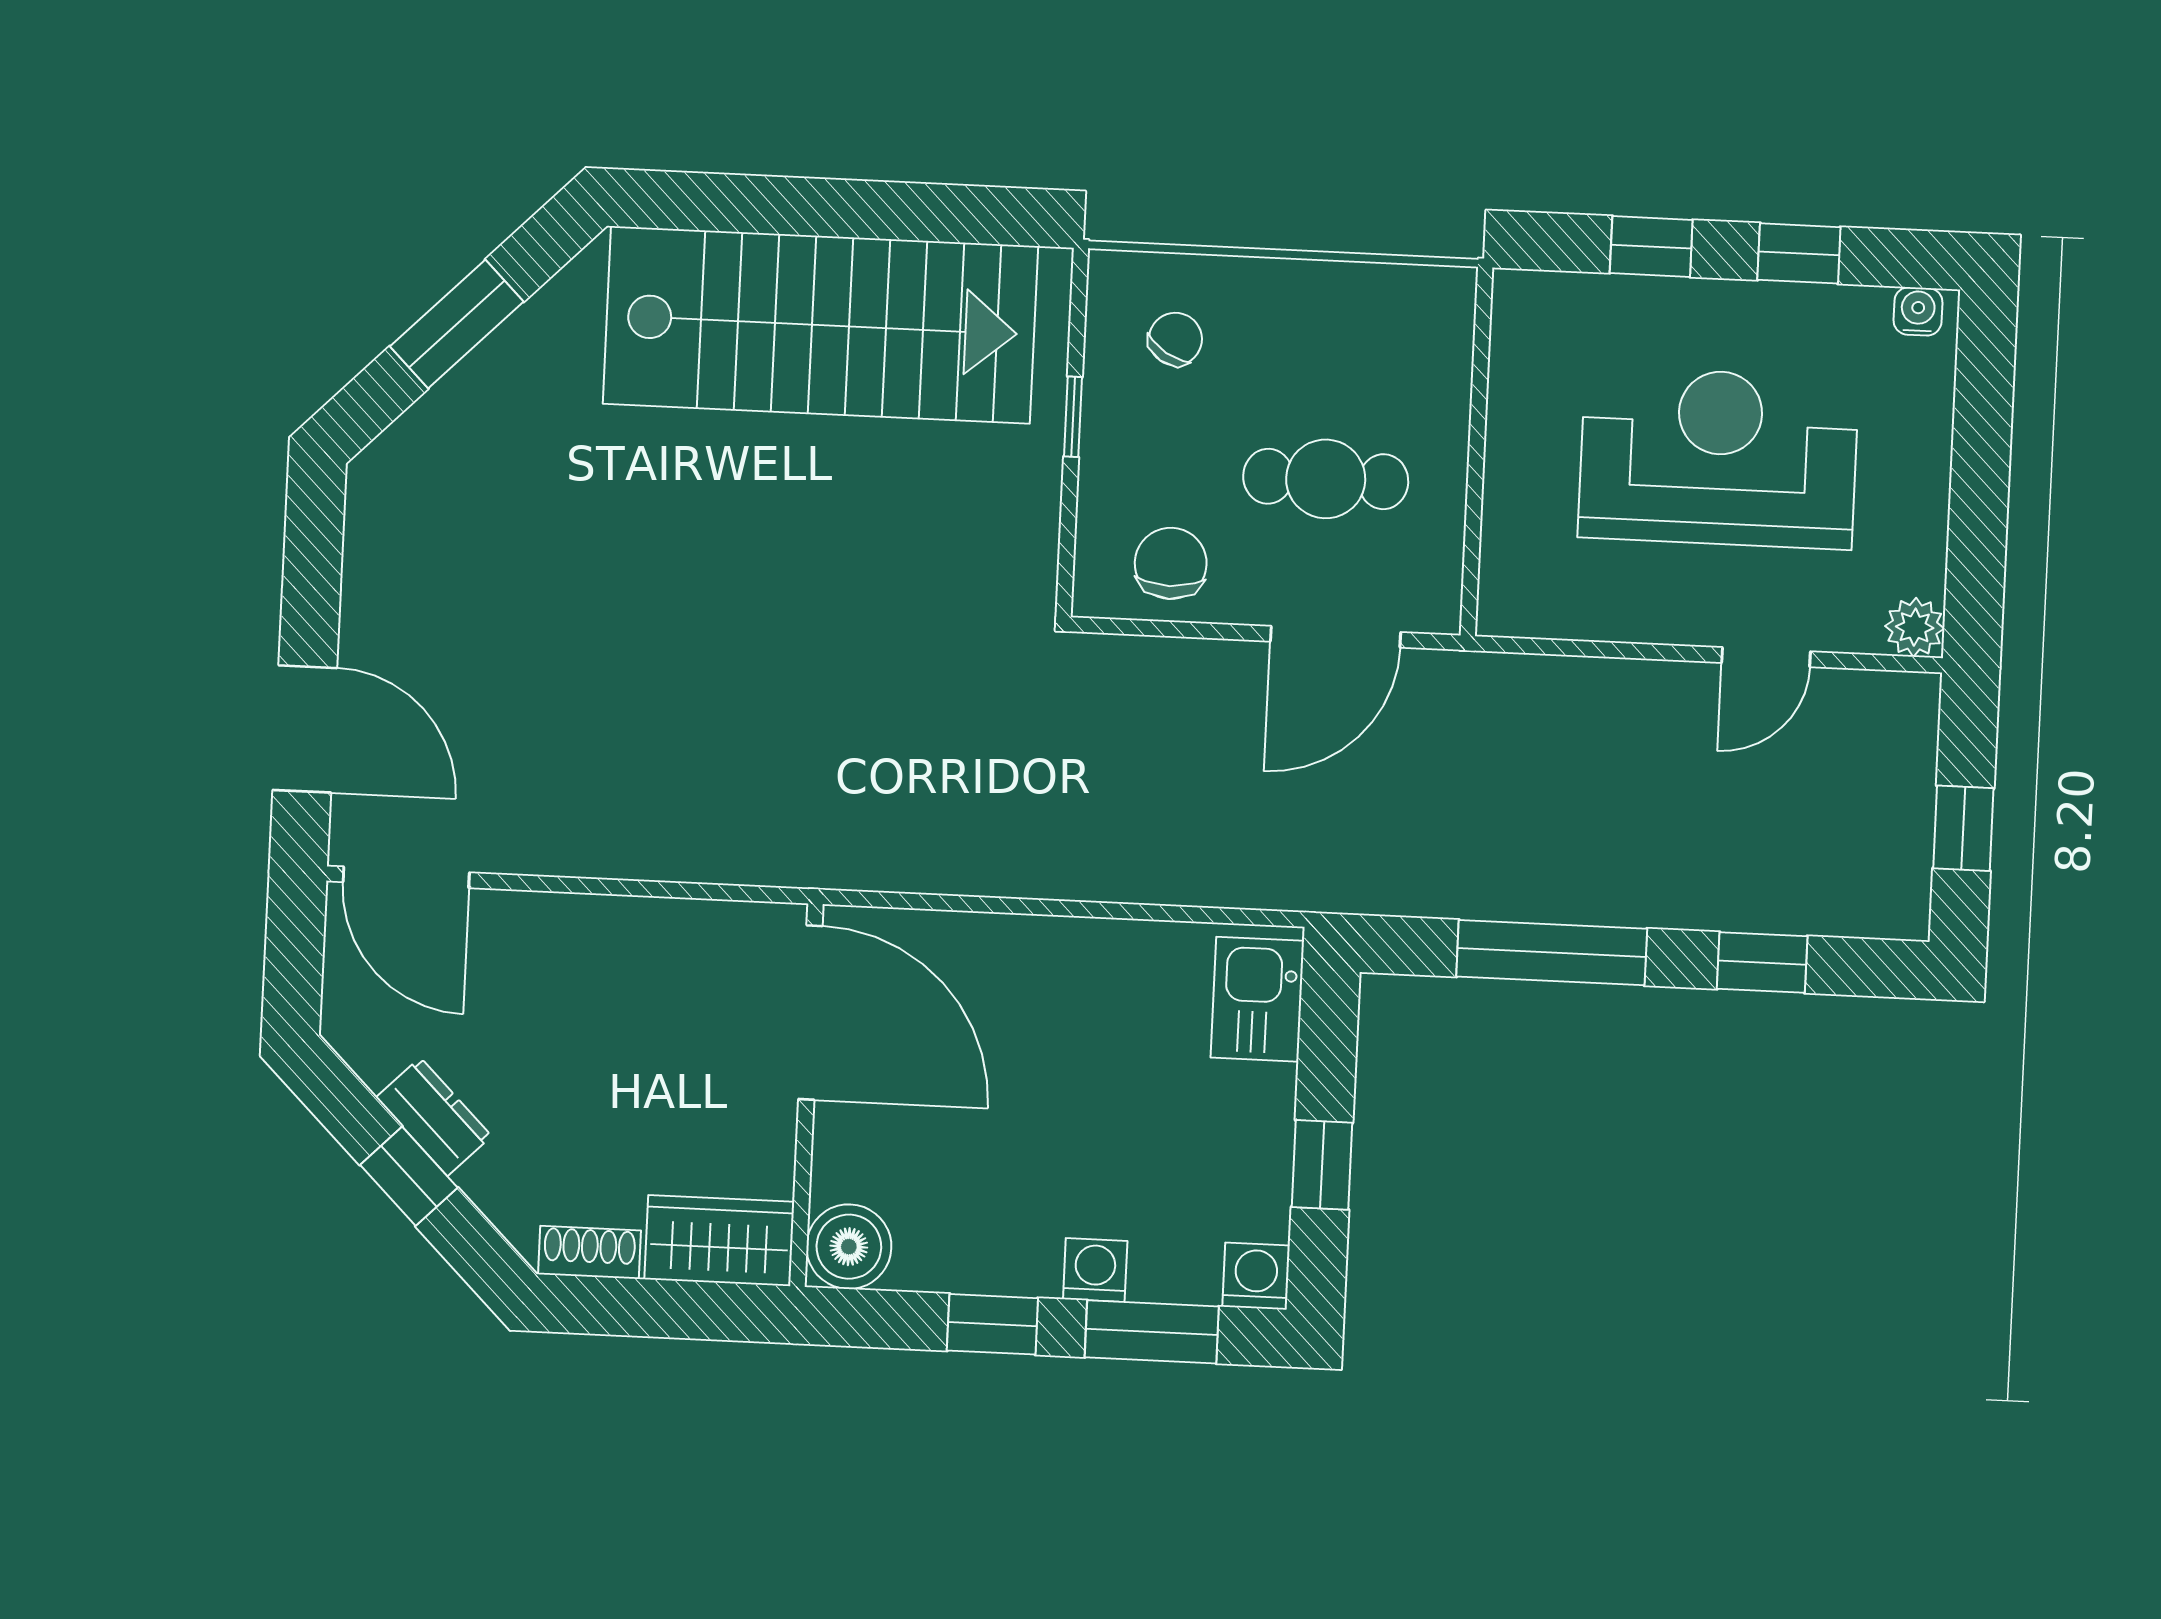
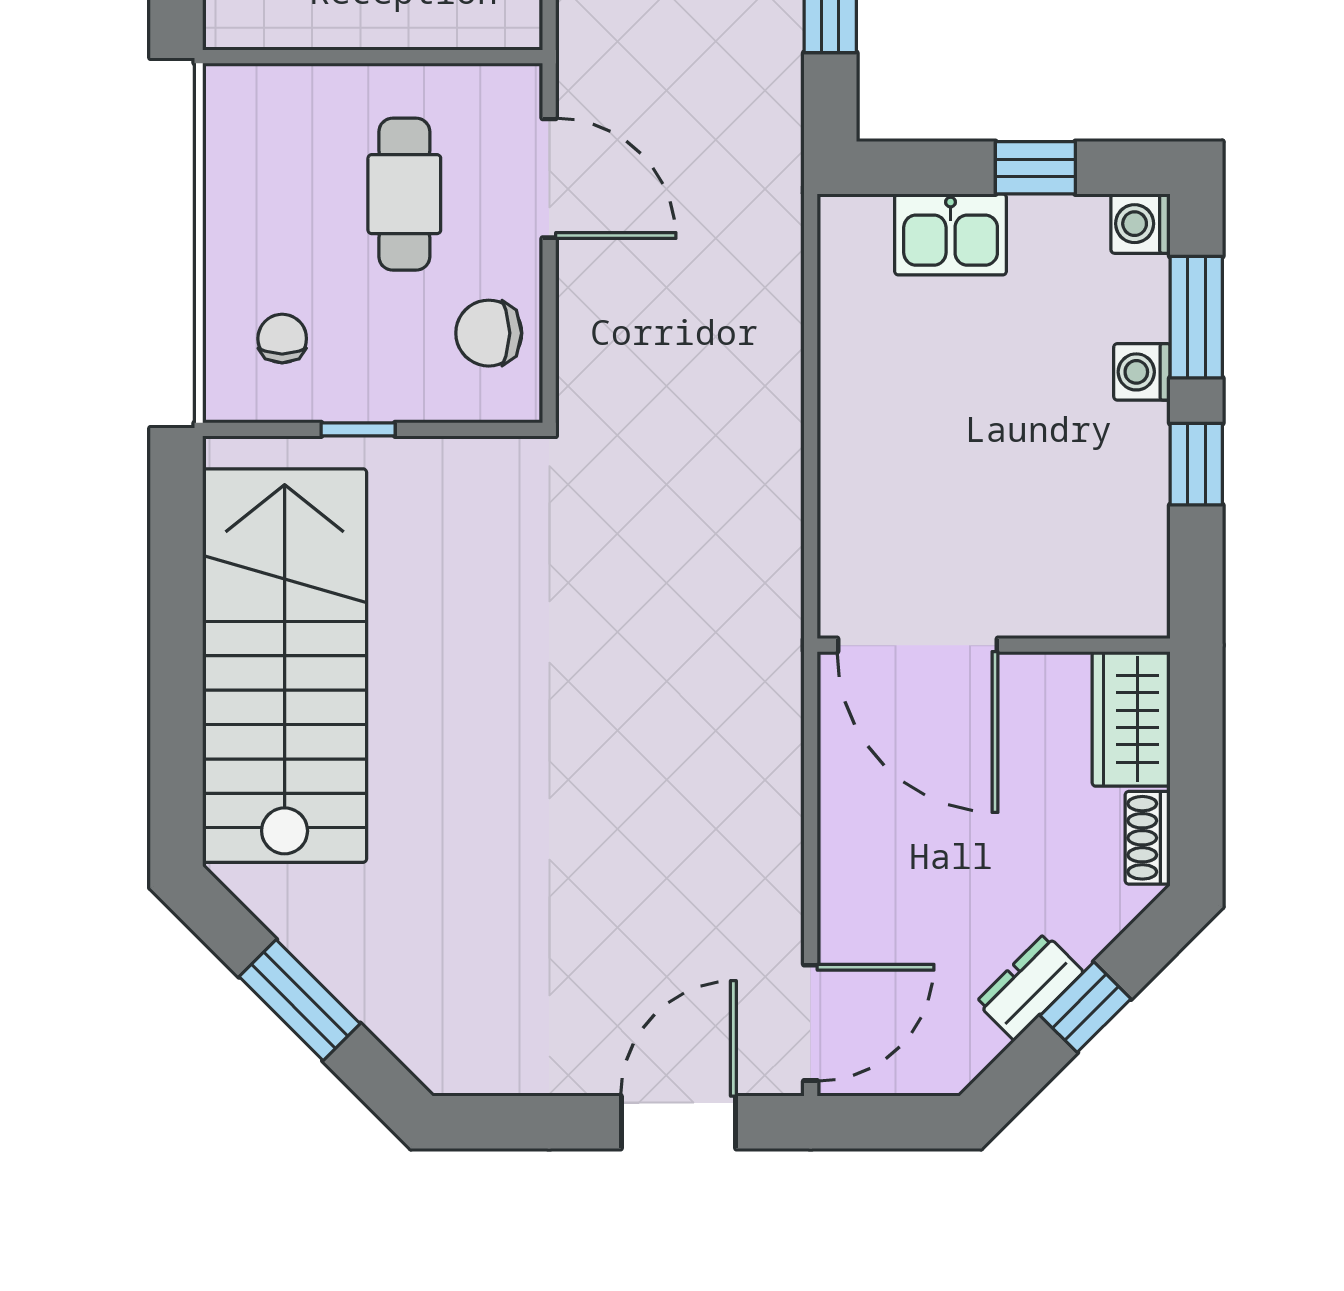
chair: (1175, 339) -> (282, 339), turned 58
kitchen sink: (1257, 999) -> (951, 234), moved
door: (810, 1013) -> (917, 645), swing flipped
boiler: (849, 1247) -> (1131, 599), removed

